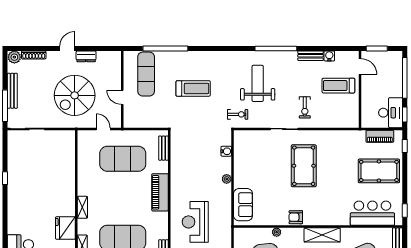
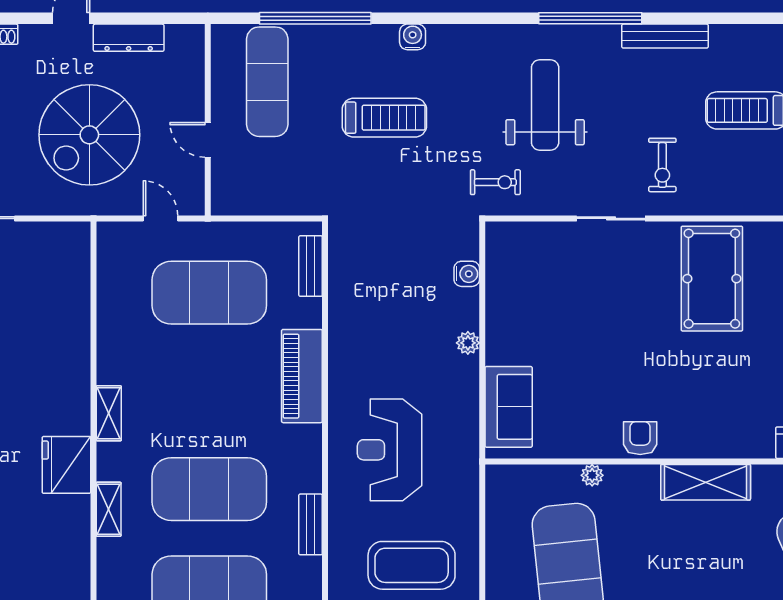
dresser: (86, 56) -> (129, 38), width x1.44
bench: (310, 56) -> (665, 36), width x1.36
water cooler: (329, 56) -> (413, 37), moved
pool table: (304, 166) -> (712, 279), moved
armchair: (296, 217) -> (640, 438), turned 90

